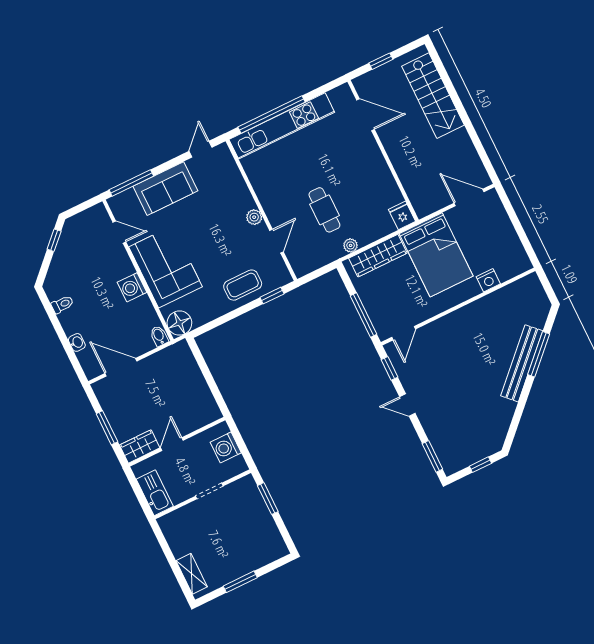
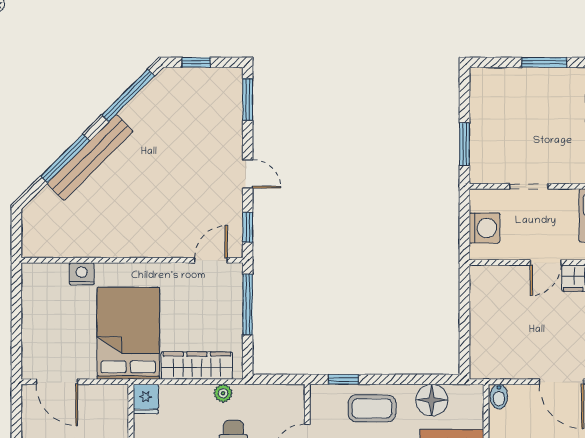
floor lamp: (179, 323) -> (432, 400), moved
window: (516, 419) -> (128, 95), added

